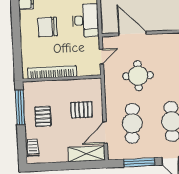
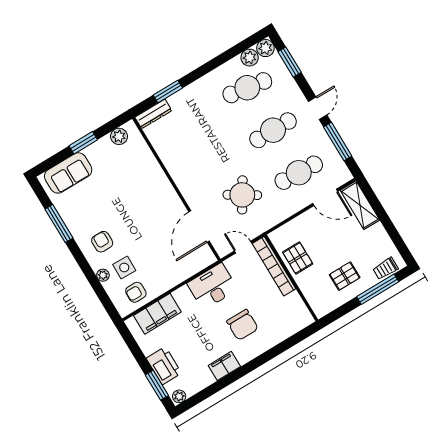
bookcase: (52, 72) -> (274, 266), moved
round table: (138, 76) -> (242, 195), turned 32
window: (20, 107) -> (378, 289), moved
pallet: (82, 110) -> (298, 258), moved

